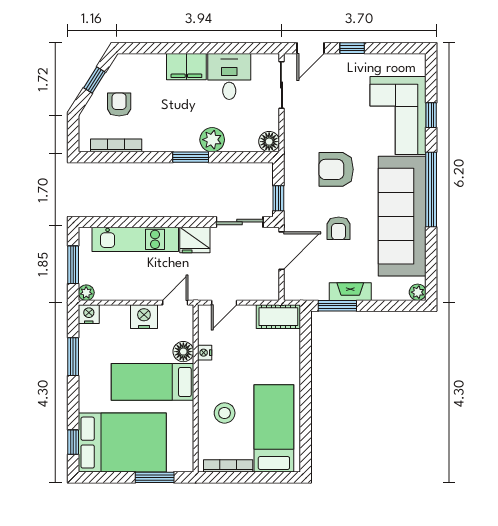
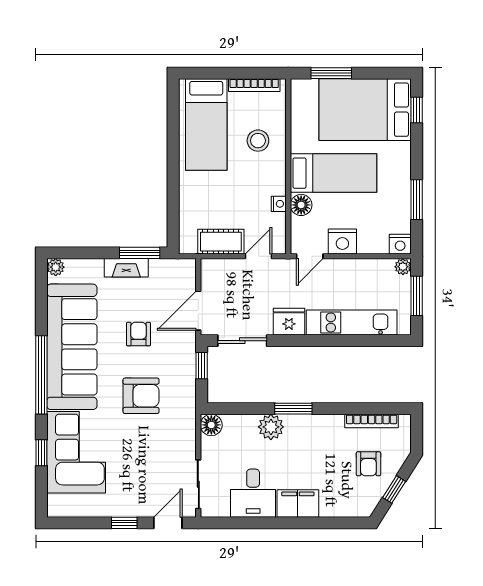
cot: (278, 317) -> (221, 242), moved

